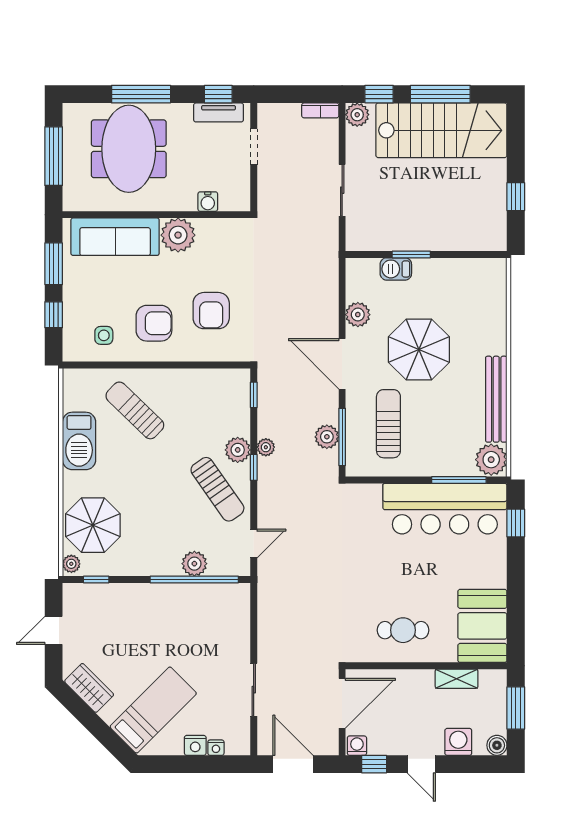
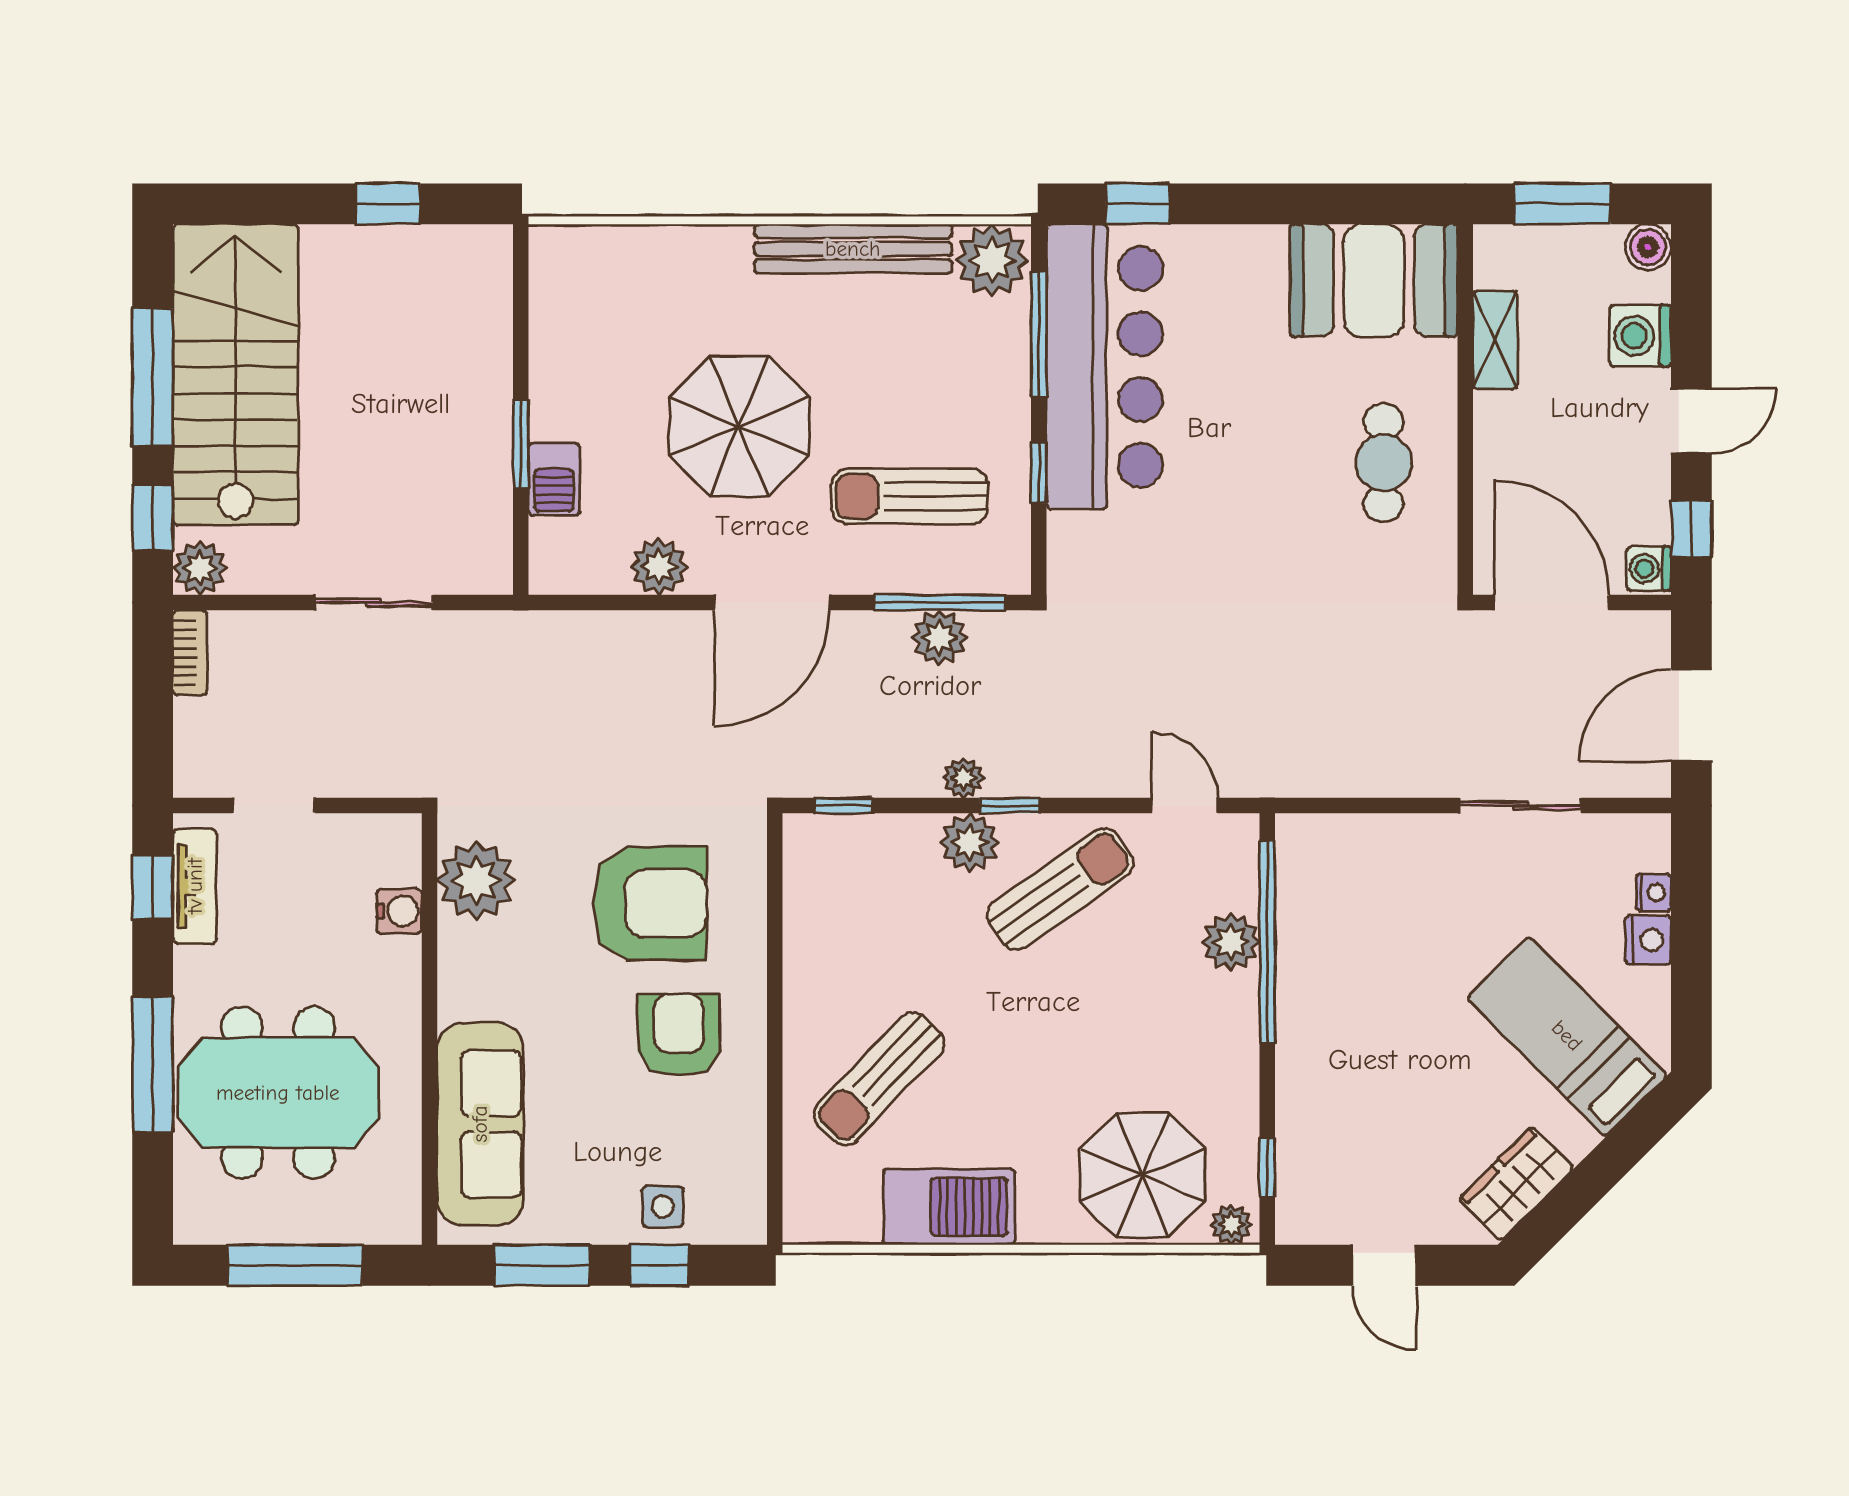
plant: (178, 235) -> (476, 880), moved
armchair: (211, 311) -> (650, 903), width x1.36, depth x1.36
side table: (104, 335) -> (663, 1207), moved
window: (398, 480) -> (1039, 473), added

